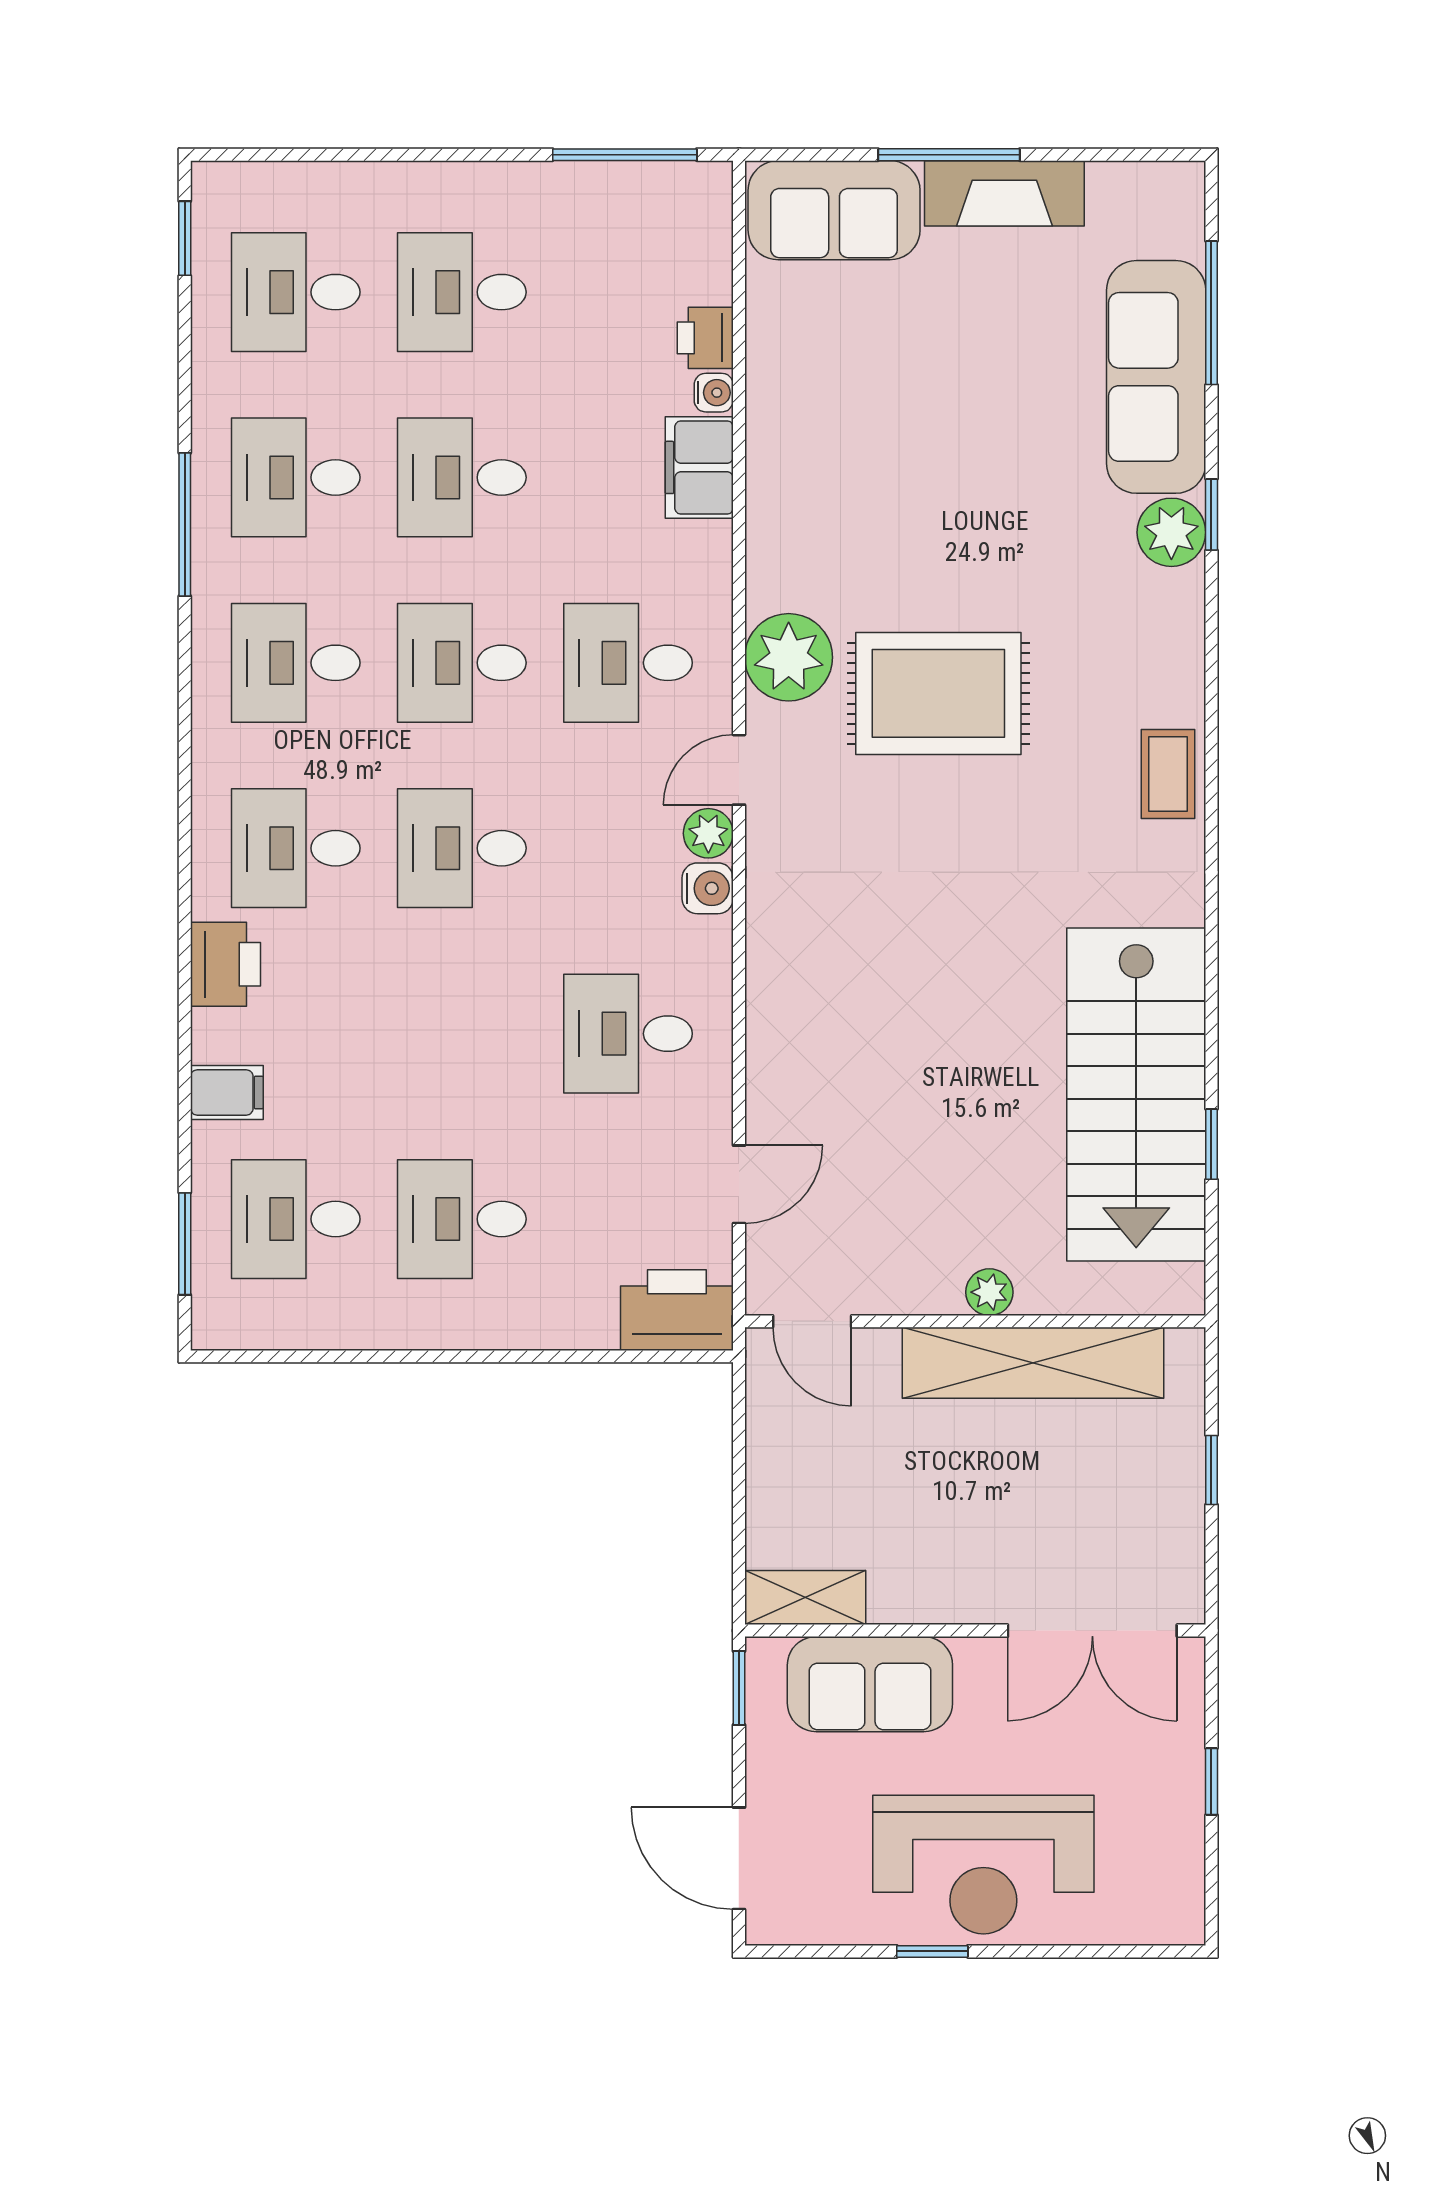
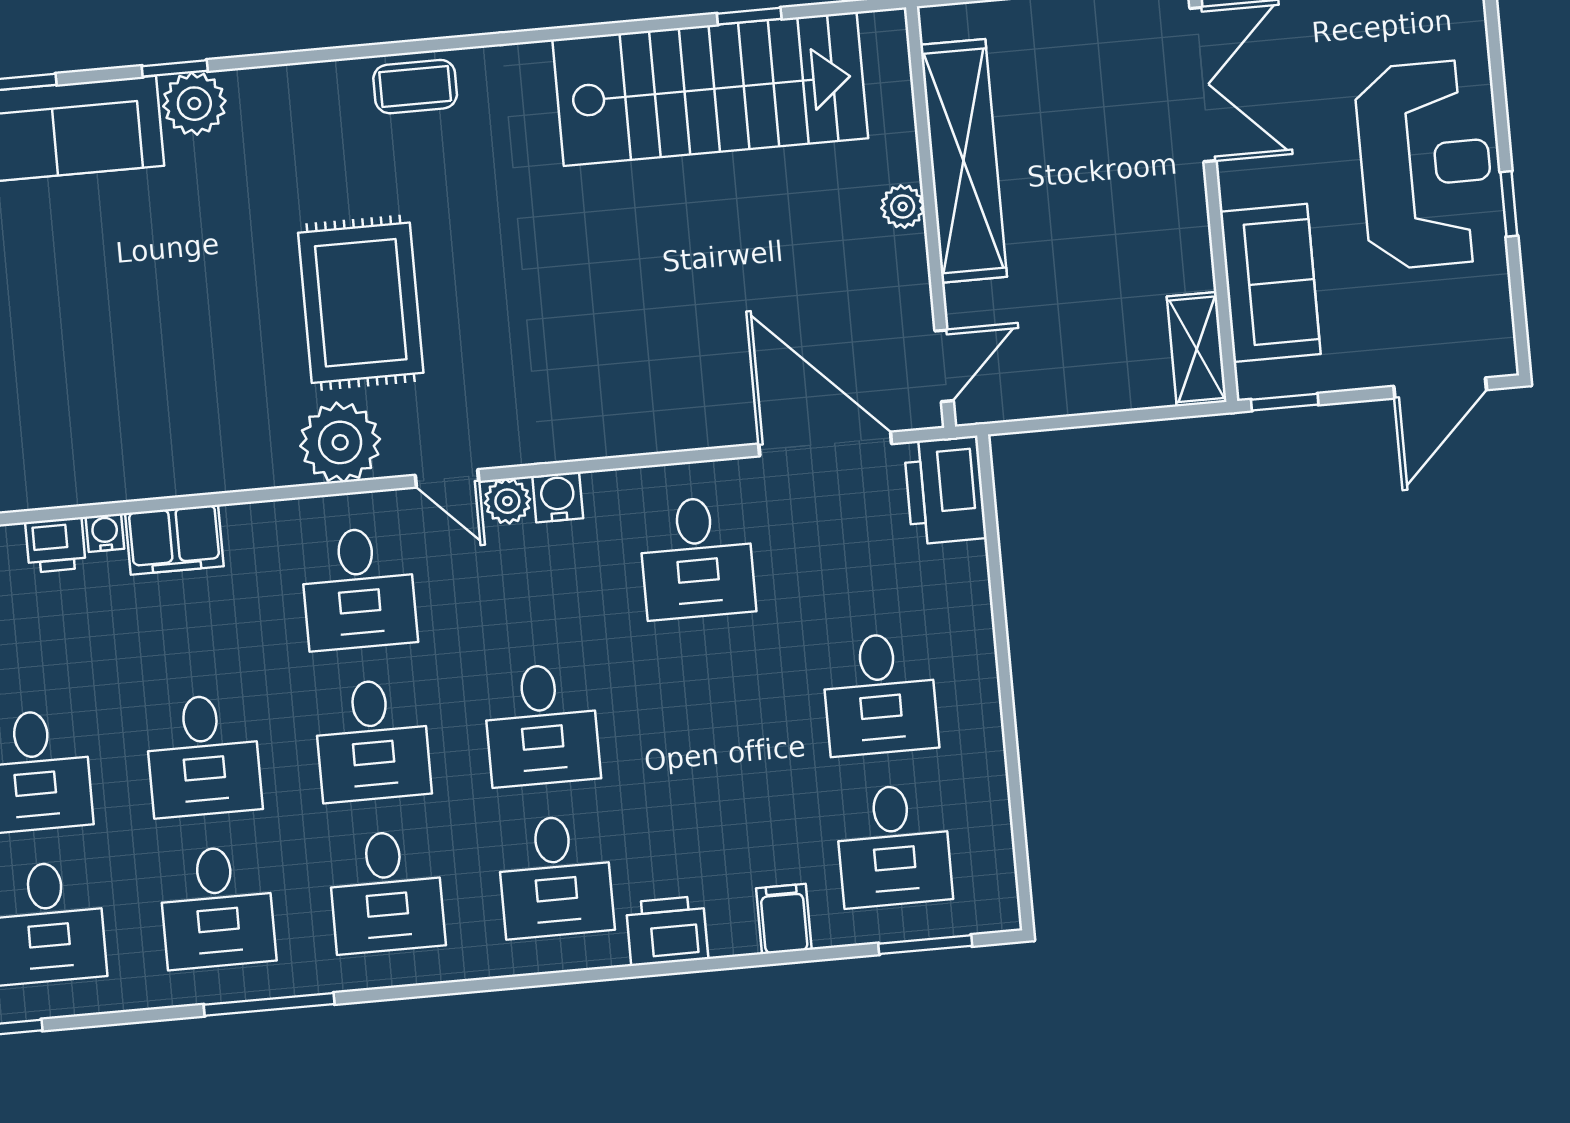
door: (739, 1184) -> (825, 444), width x1.88

